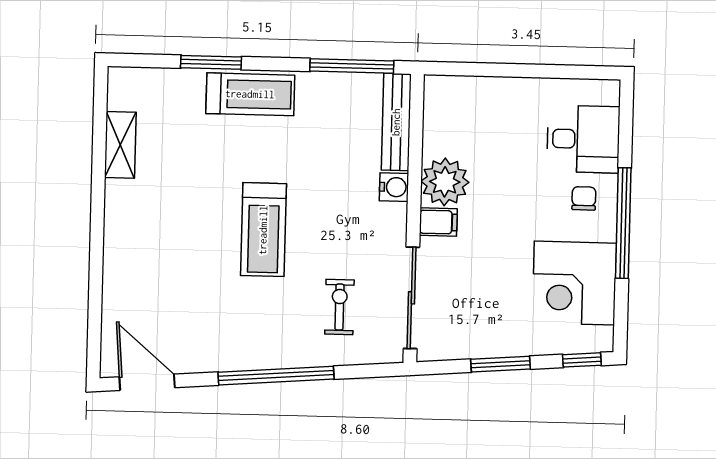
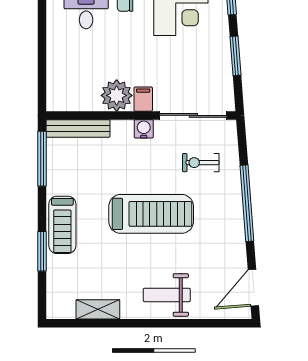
treadmill: (250, 94) -> (62, 225), turned 180
water cooler: (394, 187) -> (144, 129), moved
treadmill: (263, 230) -> (151, 214), width x1.37, depth x1.38
weight bench: (140, 250) -> (167, 295), added

